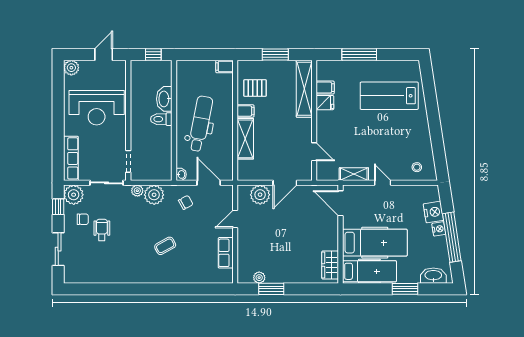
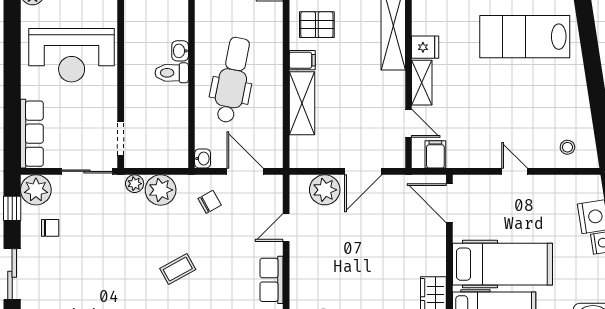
filing cabinet: (325, 88) -> (435, 154), moved, turned -90
washbasin: (164, 99) -> (180, 51), width x0.52, depth x0.69
shelving: (354, 174) -> (422, 83), moved, turned 90
wheelchair: (102, 230) -> (80, 244), removed

